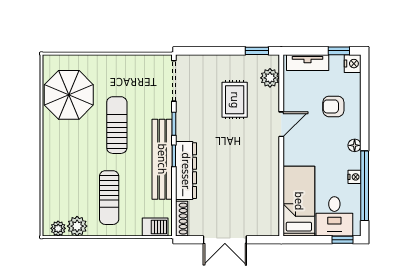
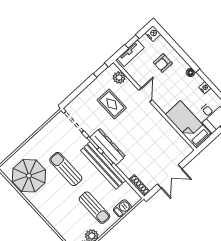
window: (339, 51) -> (132, 42), moved
dresser: (186, 171) -> (108, 147), moved
barbecue: (155, 227) -> (122, 208), moved

